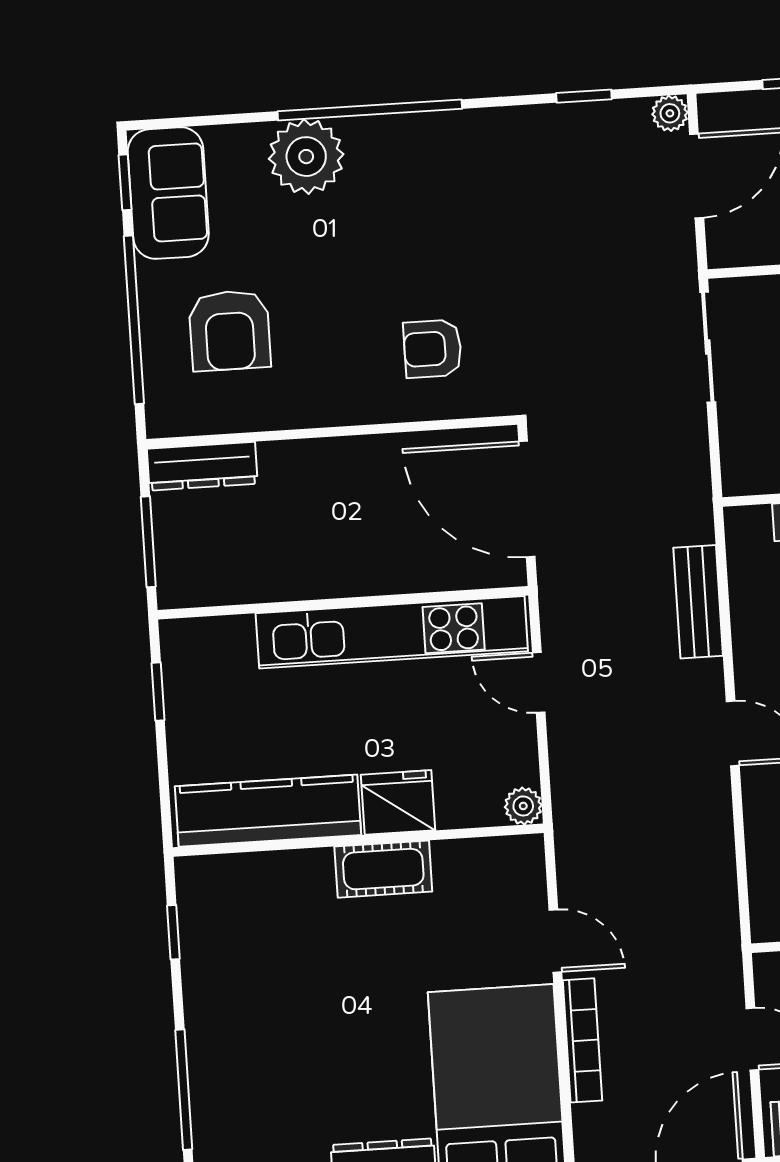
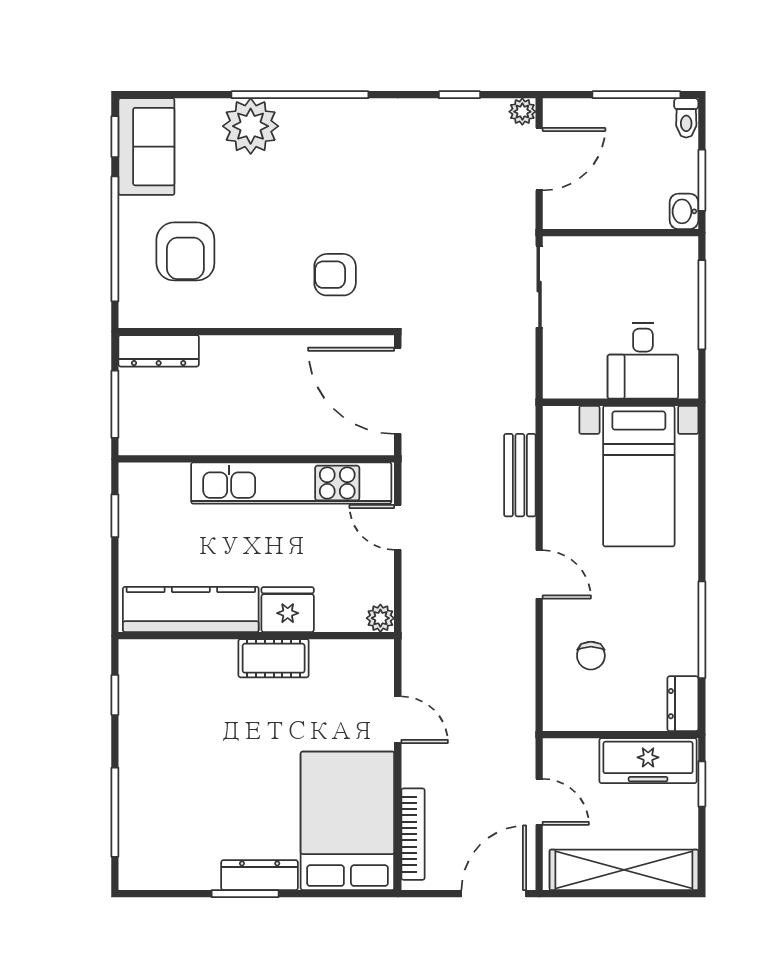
bookcase: (582, 1040) -> (413, 834), moved

